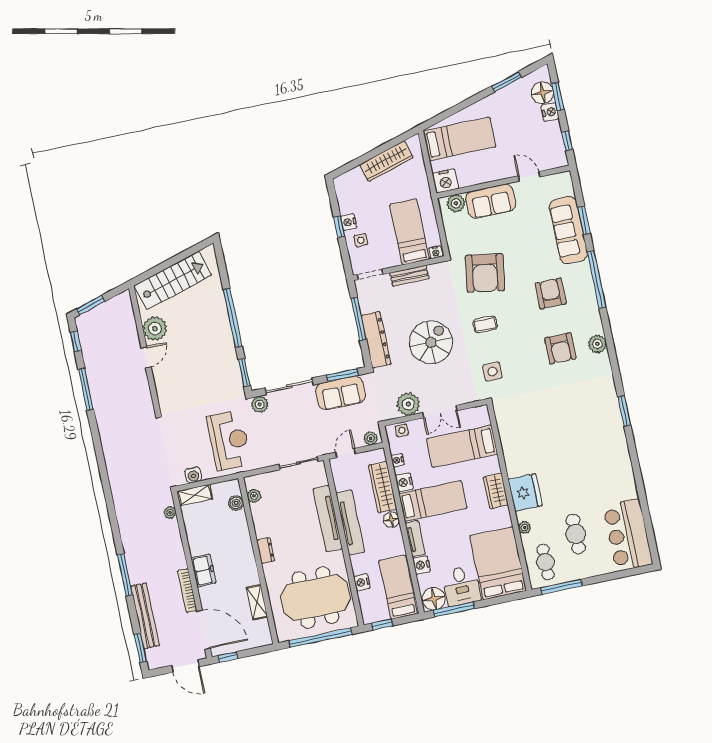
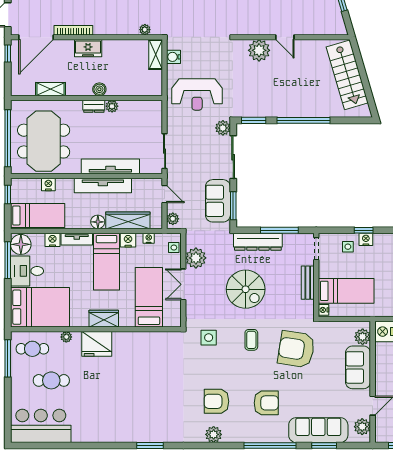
plant: (555, 183) -> (362, 427), added
plant: (155, 329) -> (259, 50), moved
plant: (254, 496) -> (112, 106), moved
boiler: (236, 503) -> (99, 89), moved

